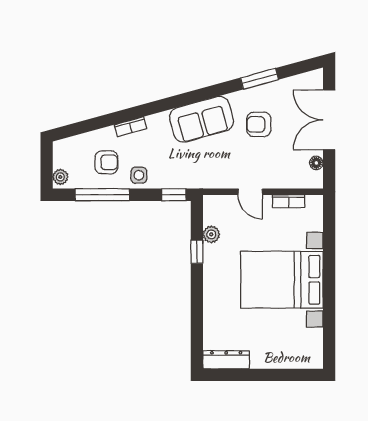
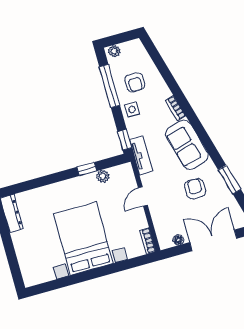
bookcase: (130, 127) -> (176, 108), moved
tv unit: (199, 180) -> (141, 155), added
bookcase: (289, 201) -> (148, 241), moved

